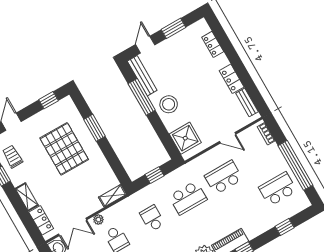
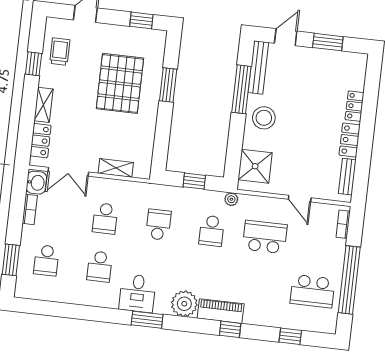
locker: (213, 44) -> (354, 106), moved
school desk: (278, 189) -> (312, 291), turned 180
shelving: (113, 196) -> (116, 168), moved
school desk: (188, 198) -> (212, 231), width x0.54
plant: (98, 220) -> (231, 199), moved

